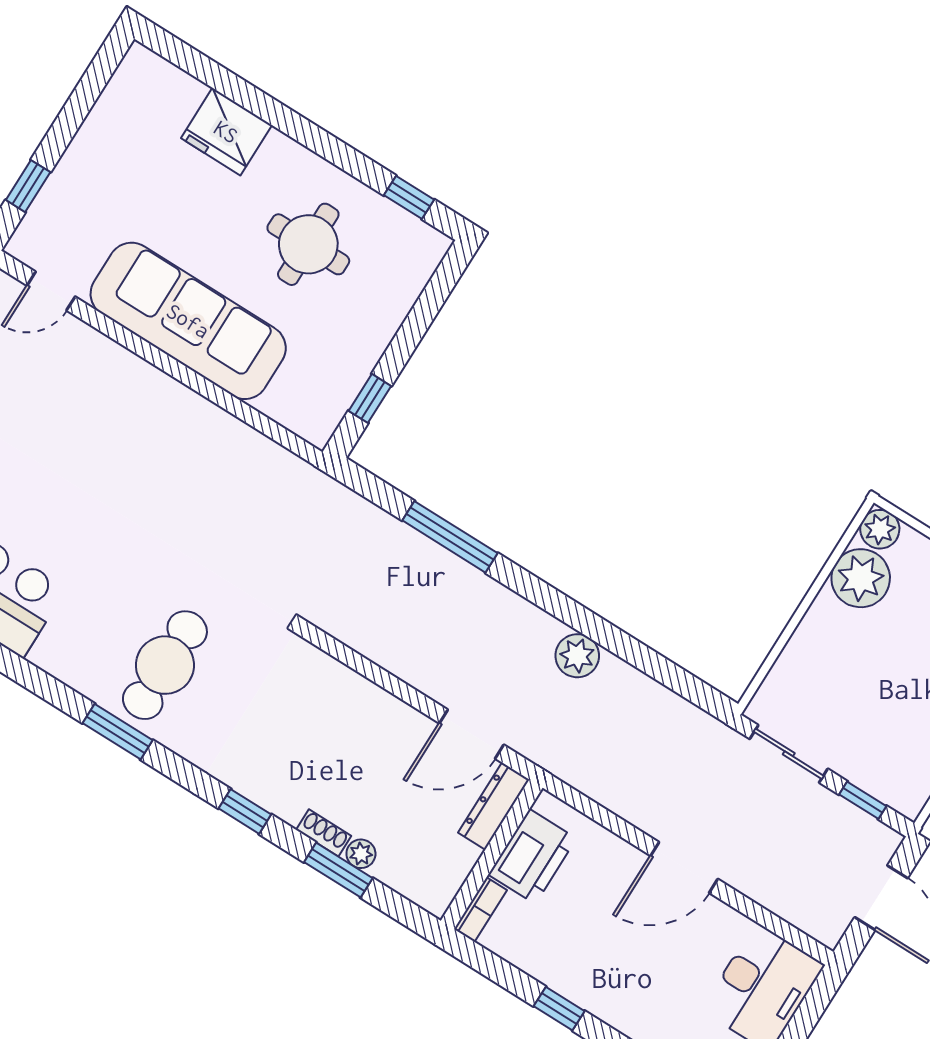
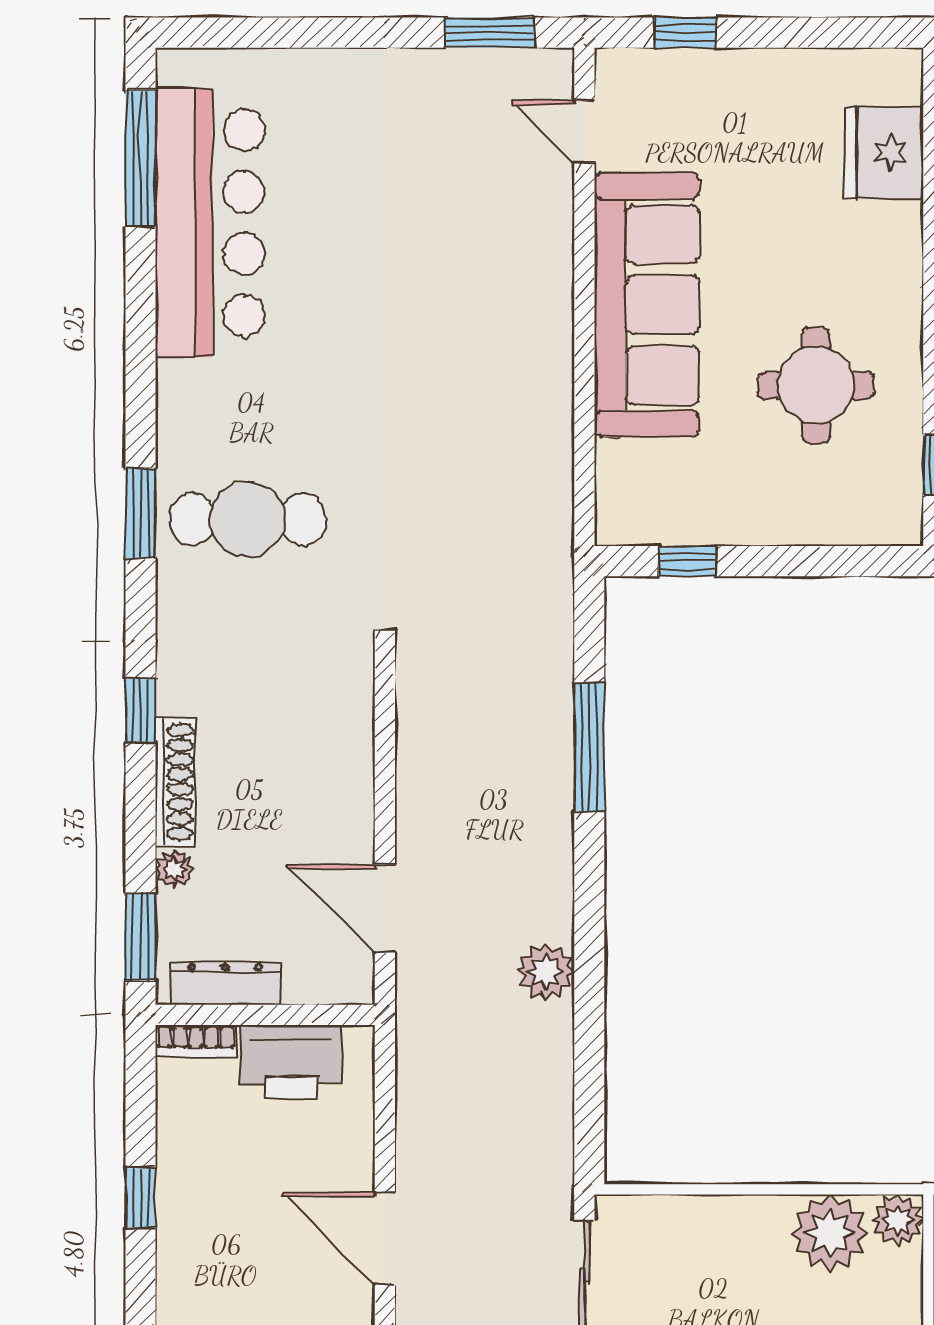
fridge: (226, 132) -> (884, 153), moved
dresser: (494, 806) -> (225, 984), moved
shoe rack: (324, 833) -> (175, 782), width x1.94, depth x1.24
window: (338, 870) -> (140, 937), moved

